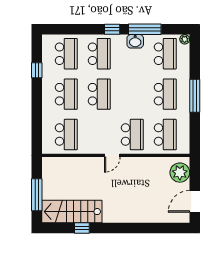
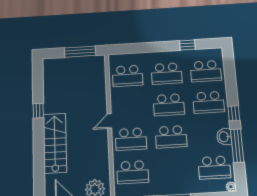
school desk: (165, 94) -> (171, 137), moved
door: (112, 155) -> (109, 121), hinge flipped
window: (37, 195) -> (80, 52), moved
stairs: (72, 212) -> (55, 143), moved
window: (82, 228) -> (38, 111), moved

